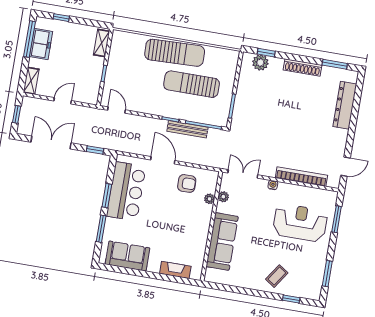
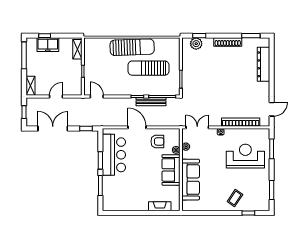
freezer: (41, 44) -> (48, 45), moved, turned 90
sofa: (127, 256) -> (171, 170), moved, turned -90

